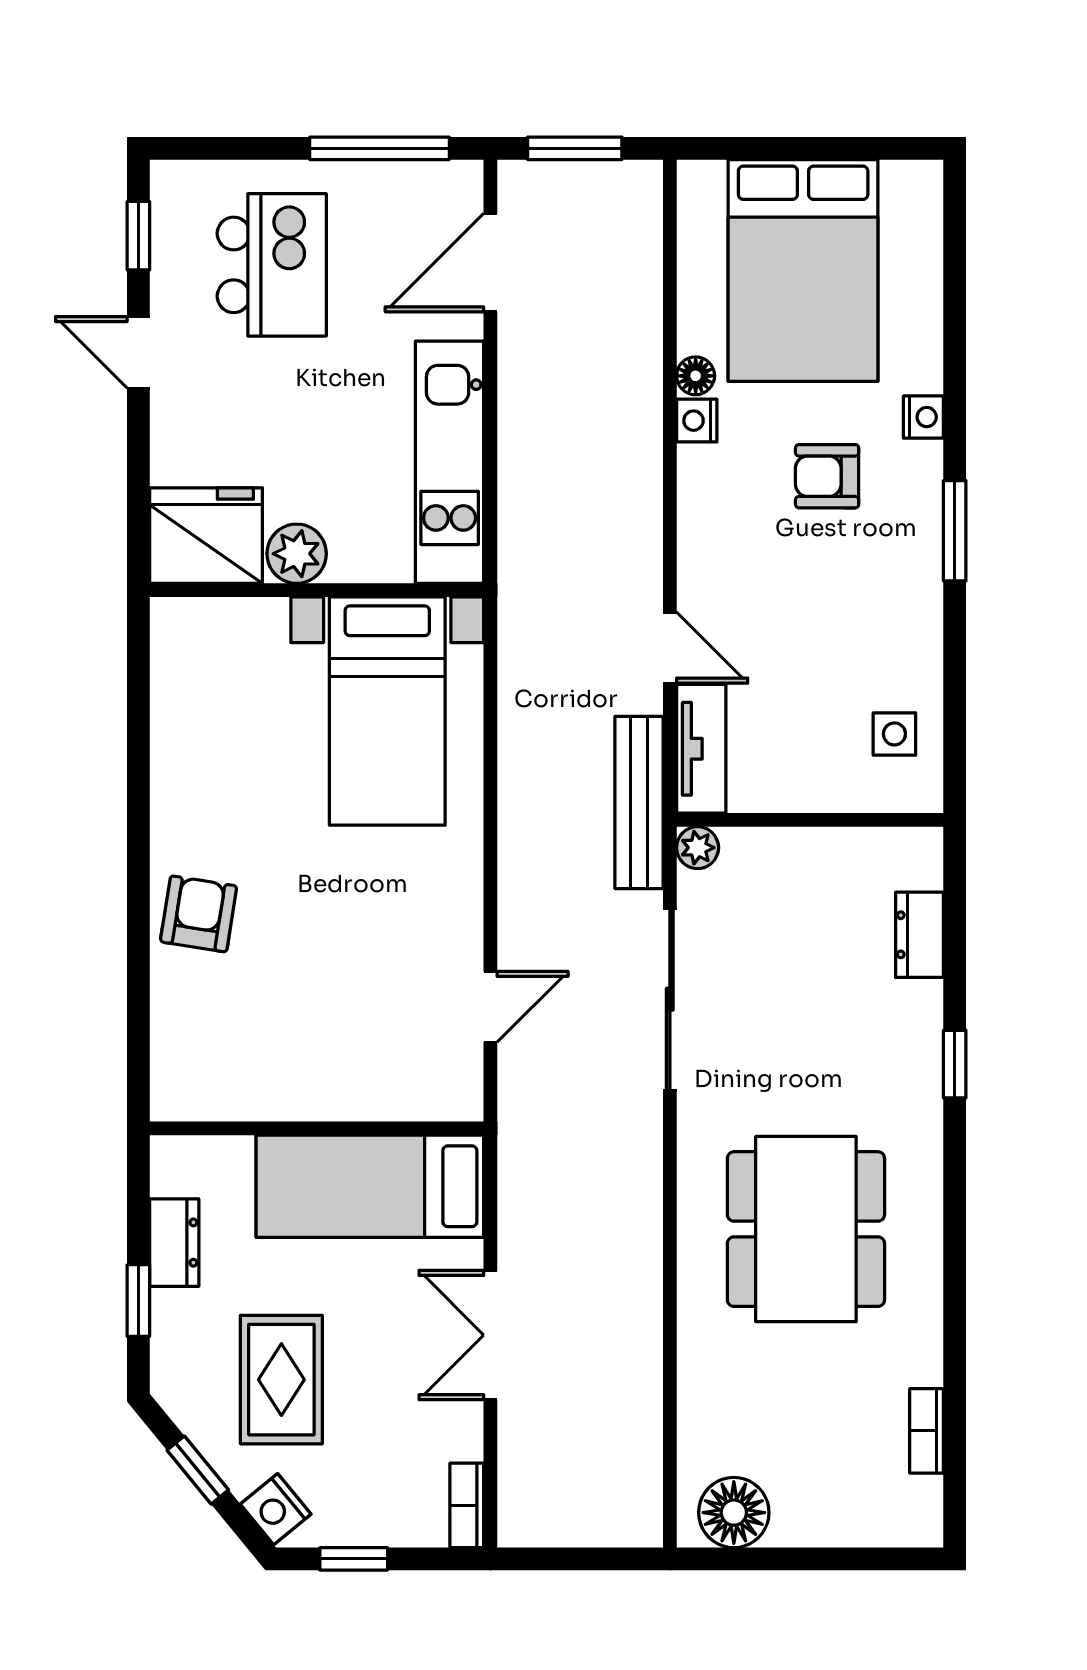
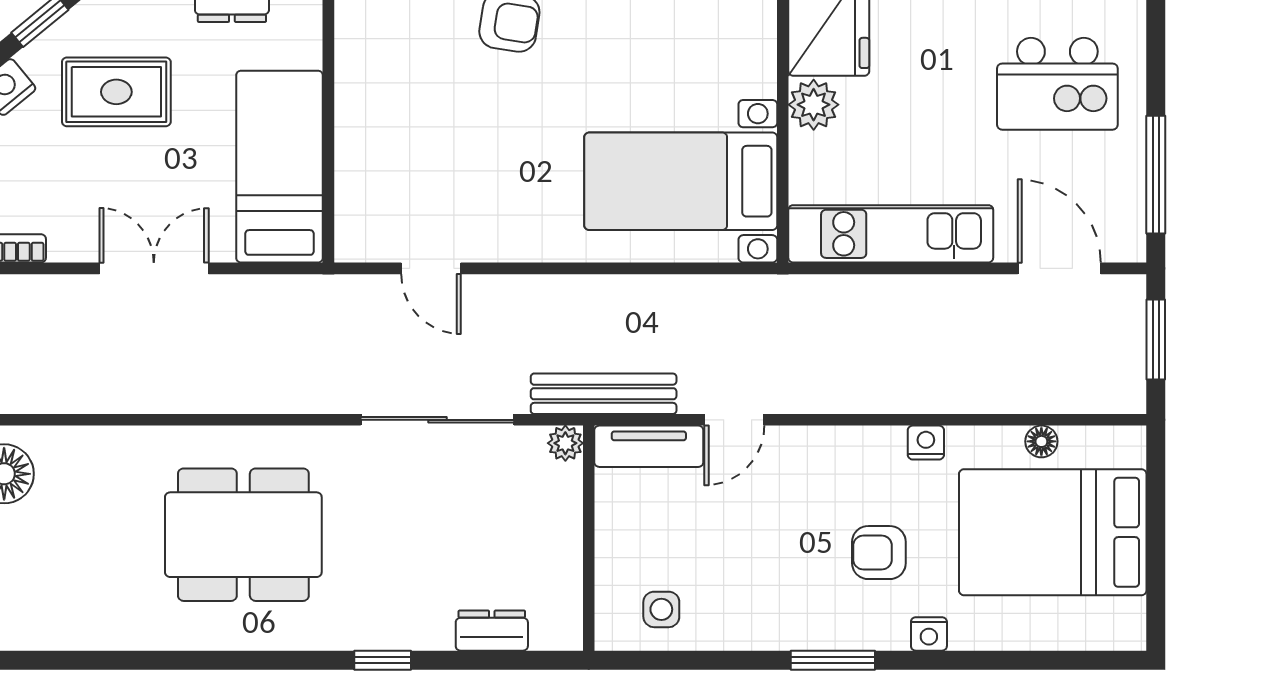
floor lamp: (696, 376) -> (1041, 441), moved
armchair: (827, 476) -> (879, 553), turned -90
bookcase: (927, 1431) -> (73, 637), removed

